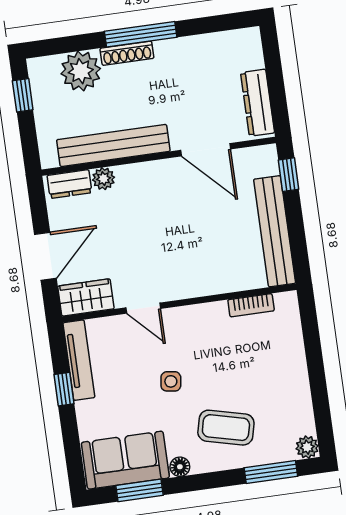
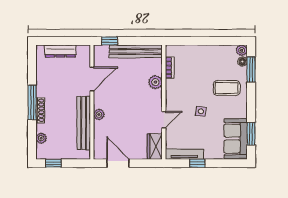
plant: (81, 71) -> (41, 138), width x0.53, depth x0.53
dresser: (257, 103) -> (60, 51), moved
plant: (103, 179) -> (99, 115), moved
dresser: (69, 184) -> (99, 147), removed
door: (45, 256) -> (118, 163), moved
plant: (218, 280) -> (155, 82), added
coffee table: (226, 428) -> (227, 88), turned 76
floor lamp: (180, 467) -> (242, 62), moved

